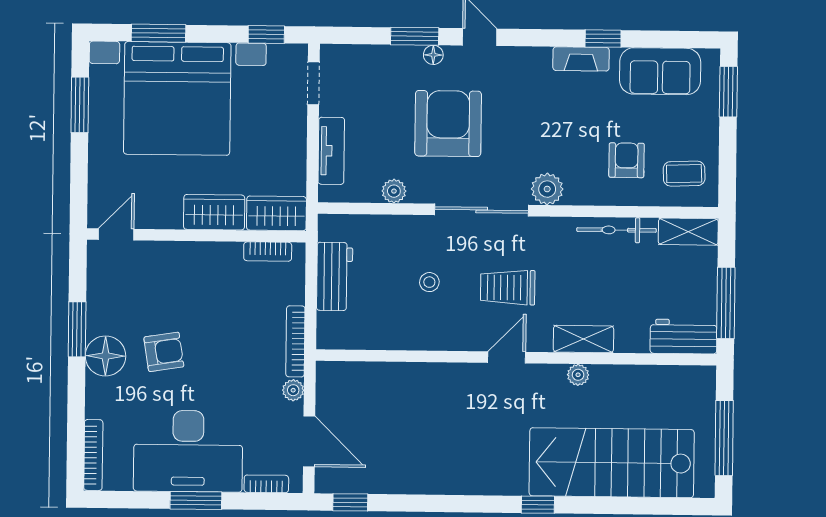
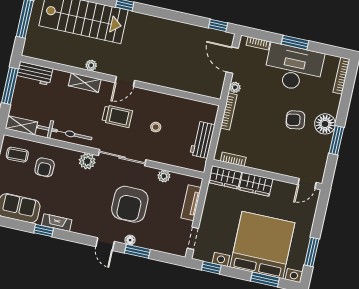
bicycle: (617, 230) -> (65, 133), width x1.37, depth x1.40

